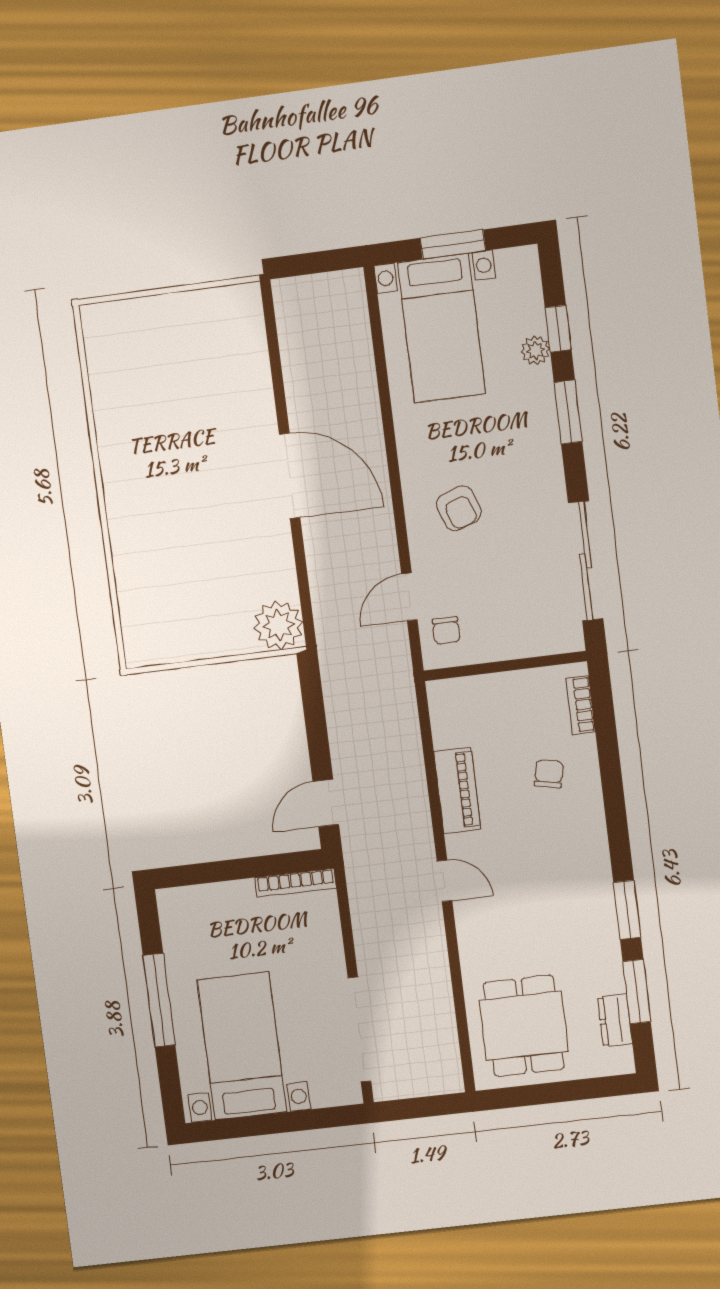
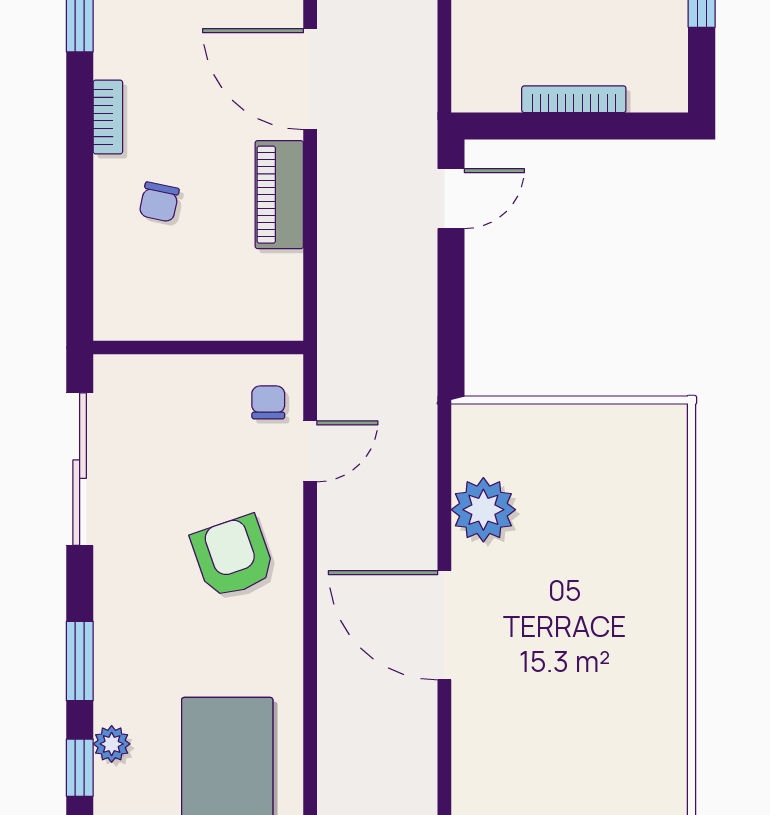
armchair: (459, 508) -> (233, 557), width x1.38, depth x1.38
plant: (278, 625) -> (483, 510), moved
bookcase: (581, 705) -> (108, 117), moved
door: (444, 881) -> (310, 79), width x1.87
bookcase: (296, 883) -> (574, 99), moved

